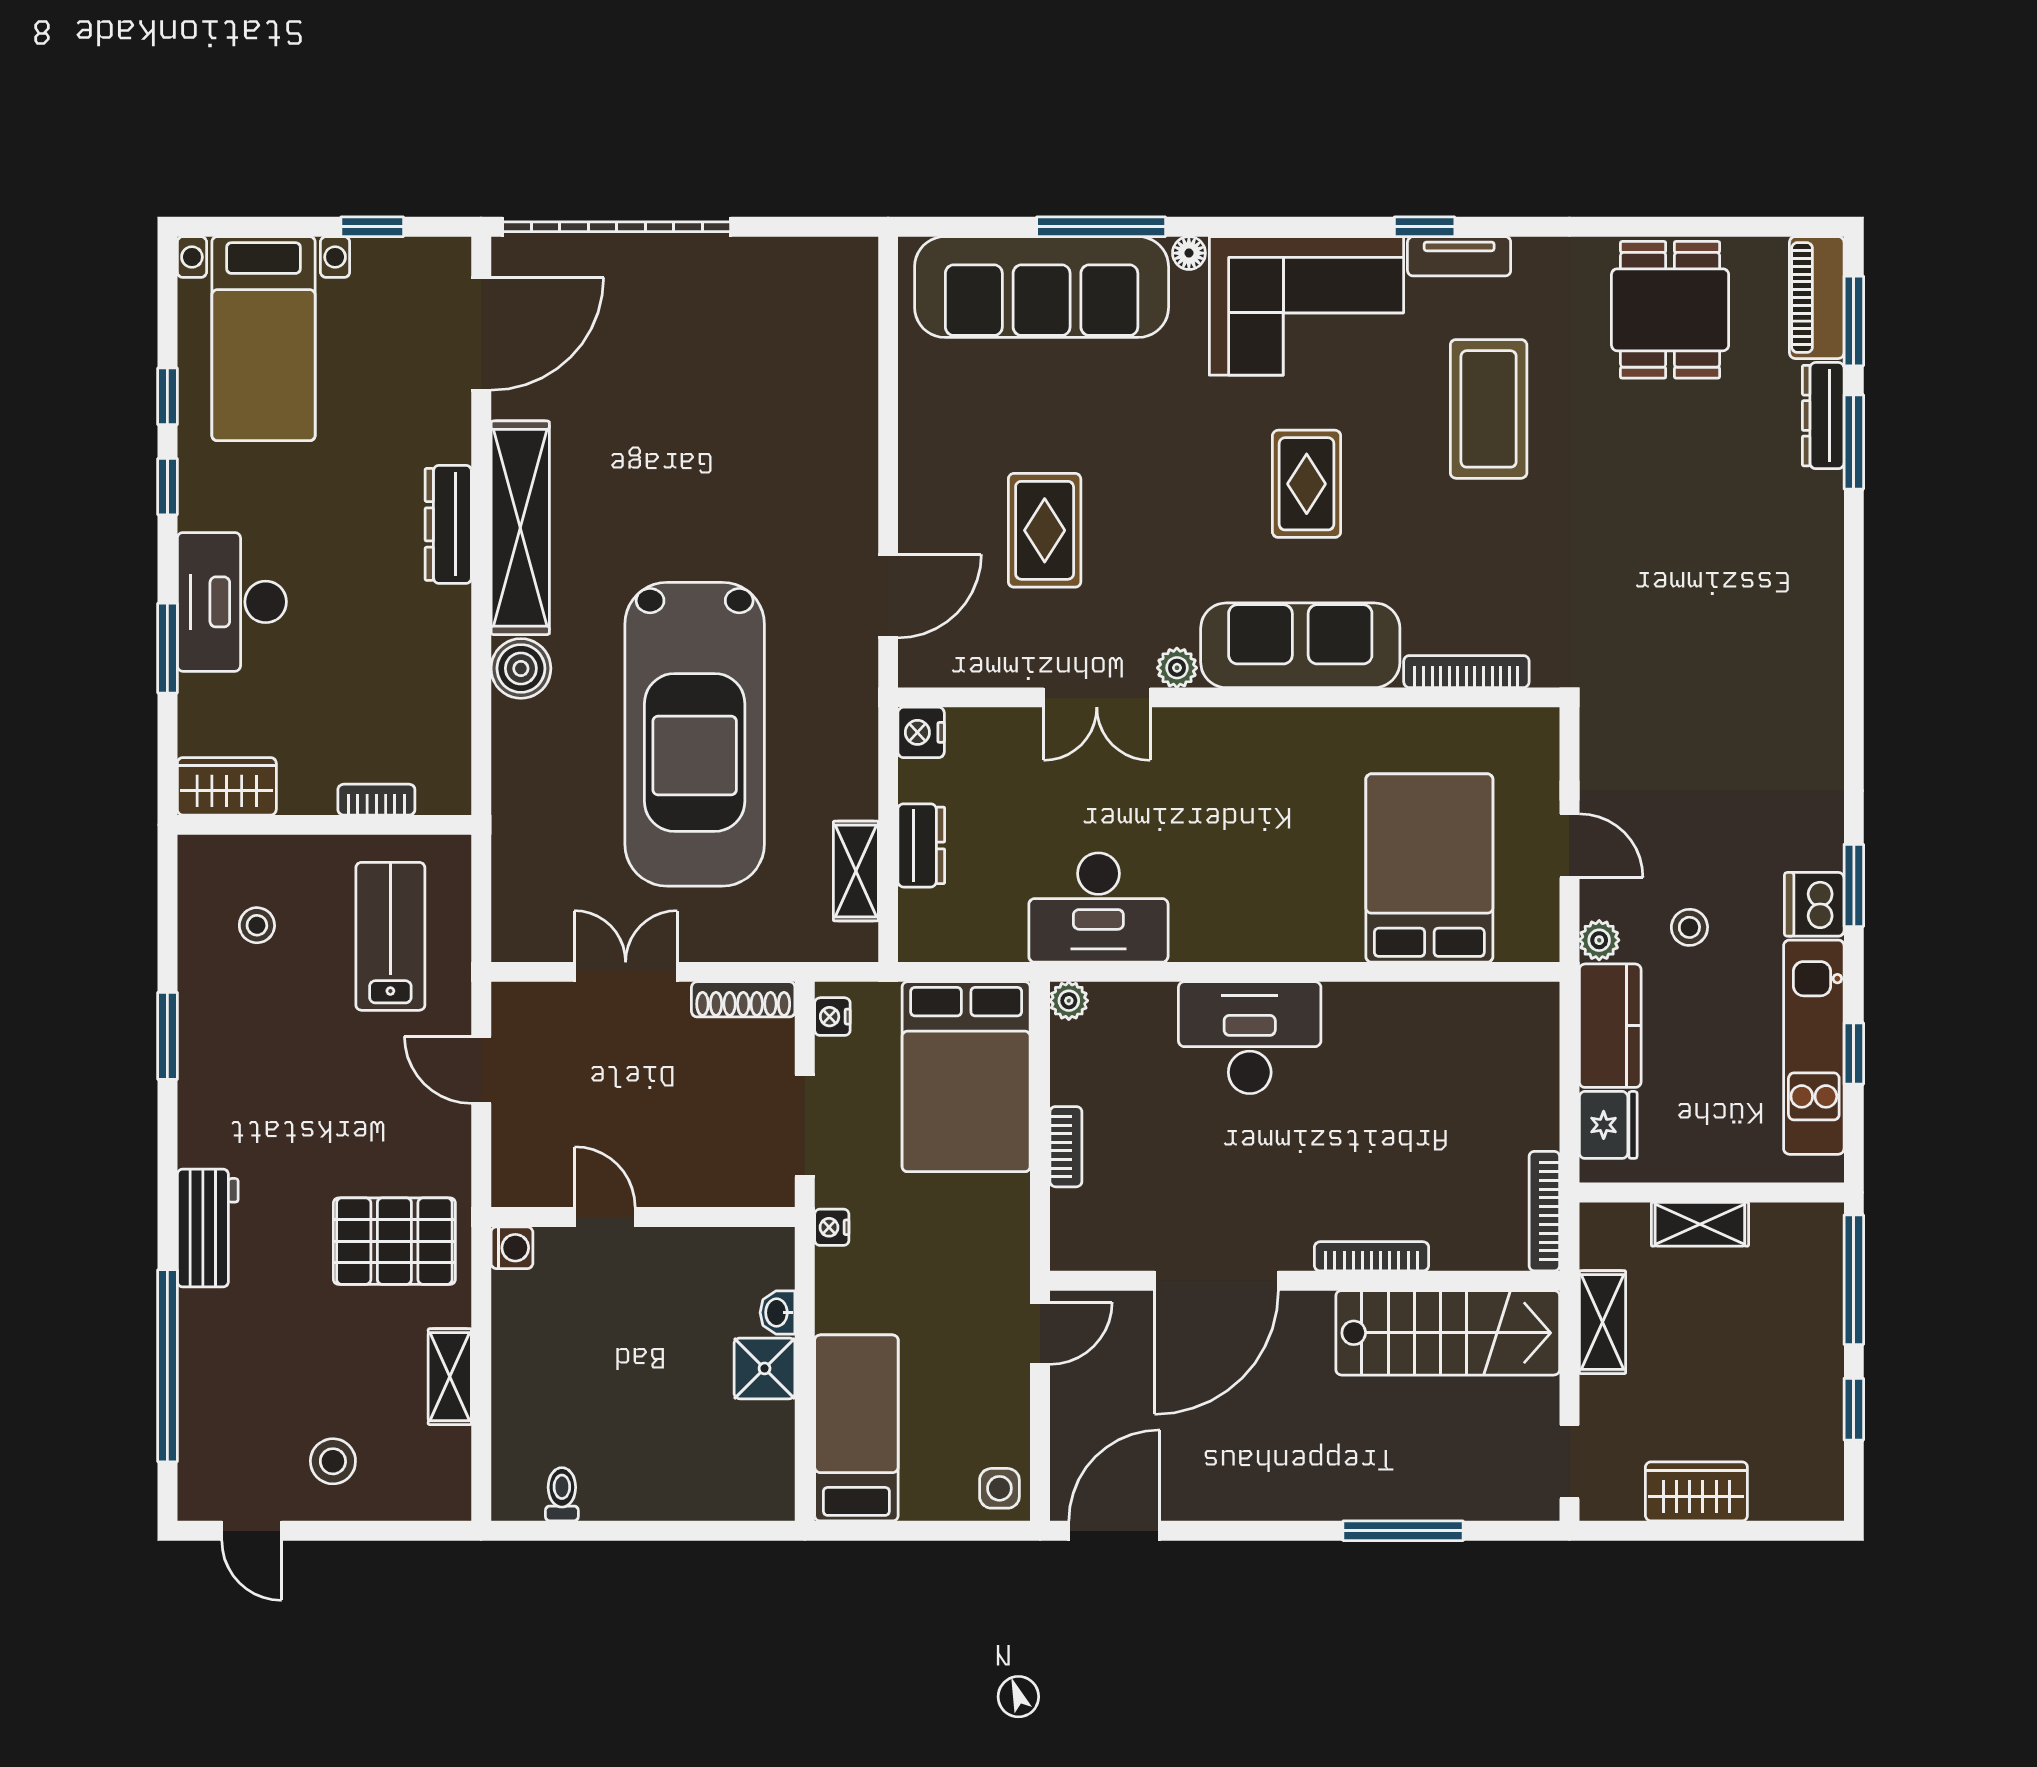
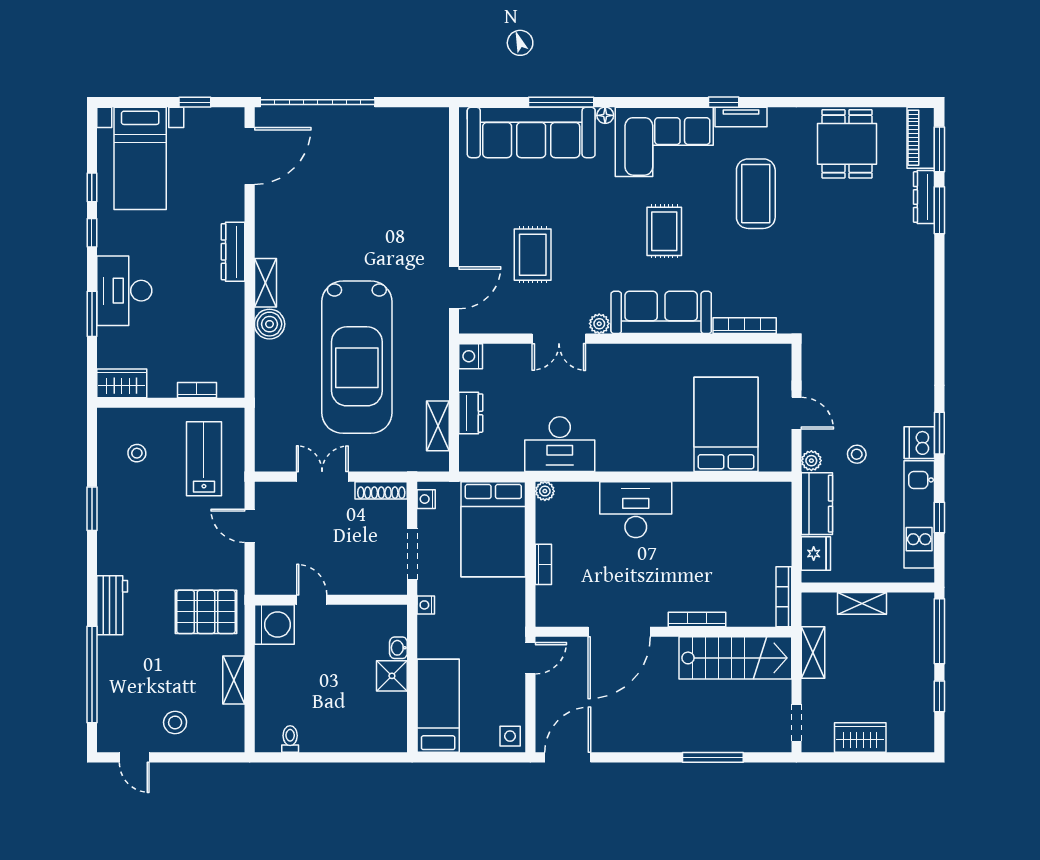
shelving: (520, 528) -> (265, 283), width x0.45, depth x0.75
washing machine: (512, 1248) -> (274, 625), width x1.89, depth x1.89

